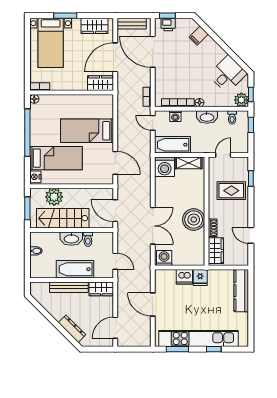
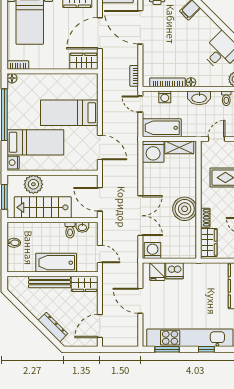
washbasin: (71, 239) -> (82, 227), moved, width x0.52, depth x0.69
fridge: (200, 278) -> (157, 272), moved

